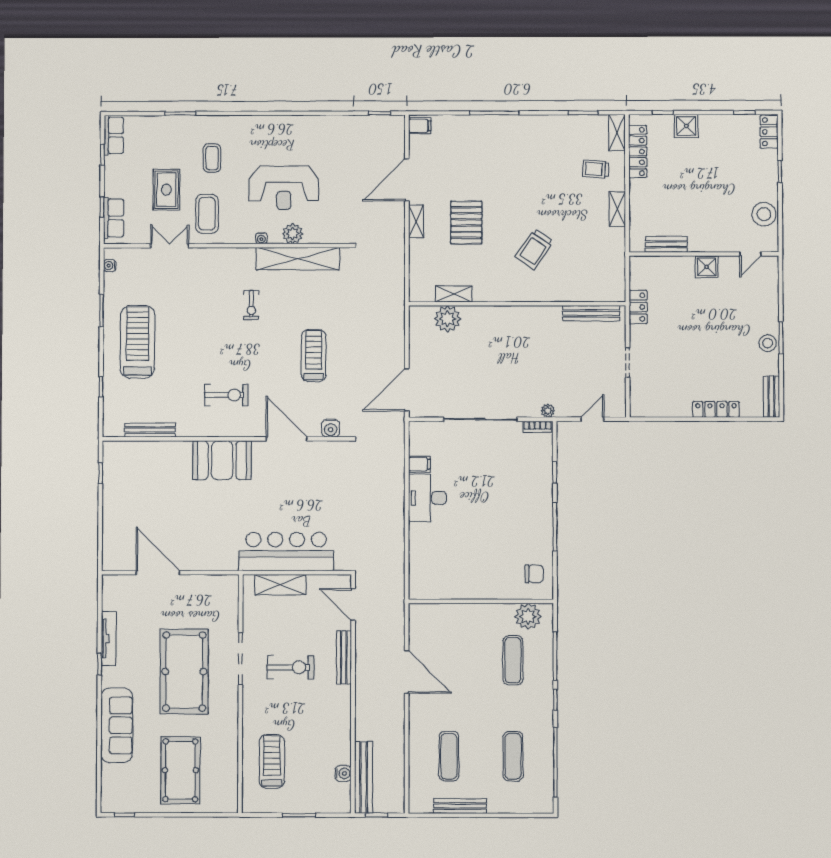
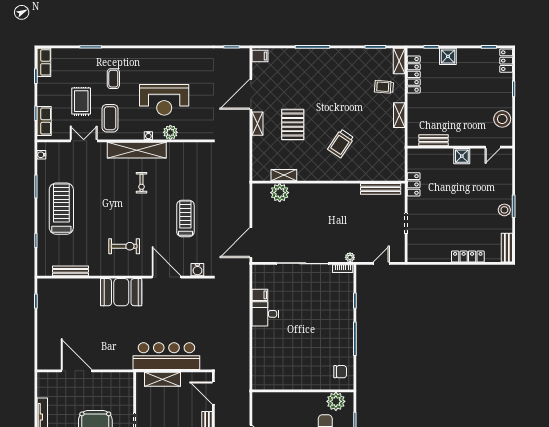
shelving: (298, 259) -> (137, 150), moved
desk: (427, 498) -> (265, 314), width x0.73

